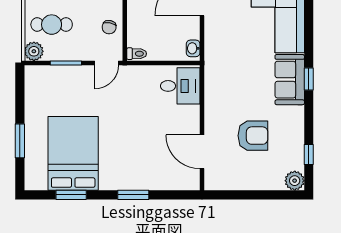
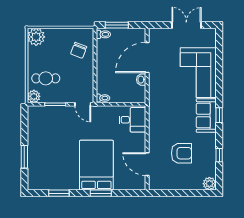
chair: (109, 27) -> (85, 80), removed
washbasin: (193, 48) -> (141, 80), moved
door: (107, 63) -> (83, 104), hinge flipped
bed: (73, 153) -> (96, 165), moved
window: (309, 154) -> (219, 155), moved

